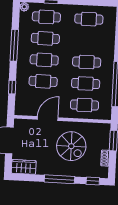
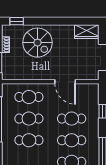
door: (48, 118) -> (65, 82), hinge flipped
spiral stairs: (71, 146) -> (38, 43), moved, turned 180
window: (59, 179) -> (50, 21), removed

